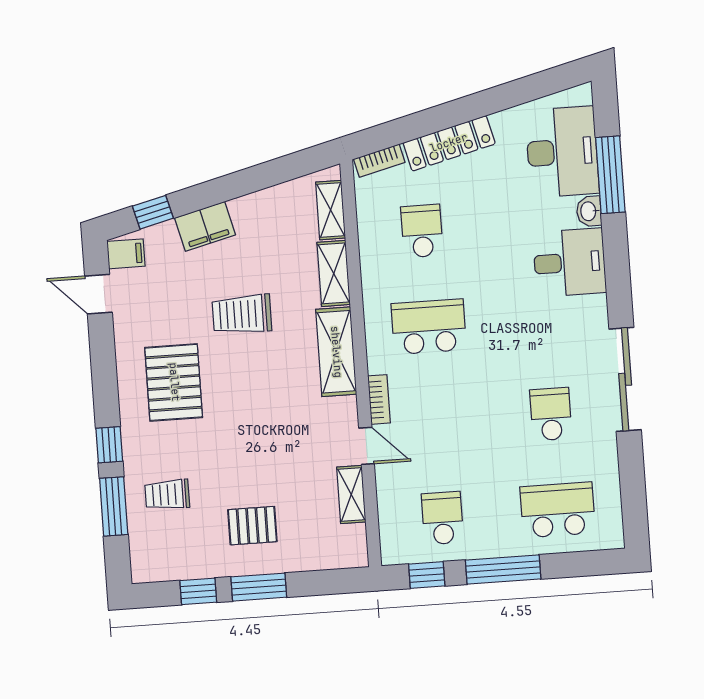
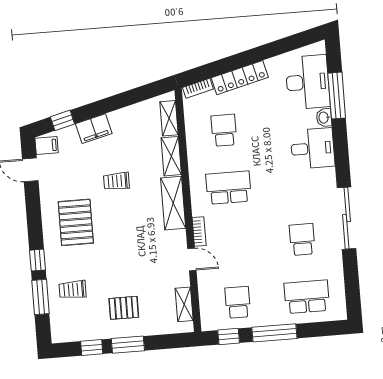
trolley: (242, 314) -> (116, 181), width x0.73, depth x0.72
shelving: (351, 495) -> (184, 304), moved

